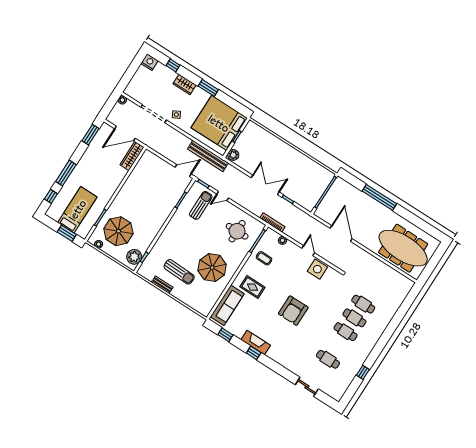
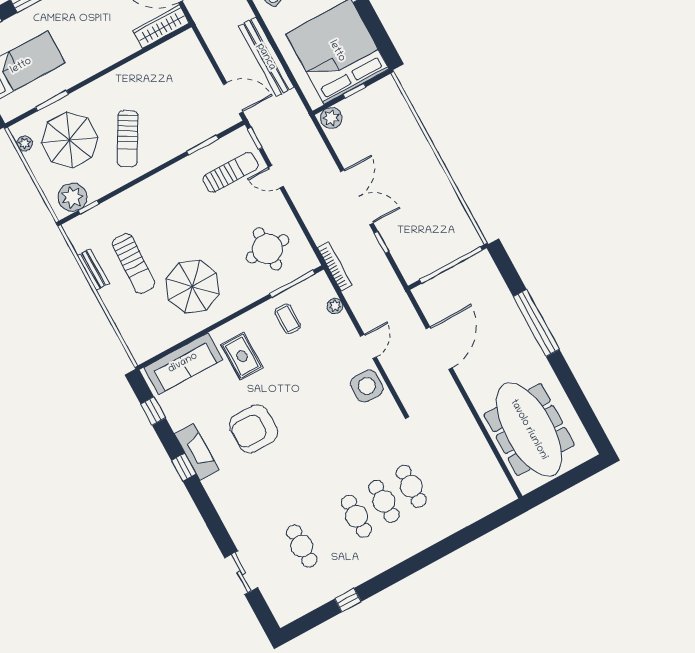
bench: (208, 156) -> (266, 57), moved
sun lounger: (145, 216) -> (128, 139), added
armchair: (293, 311) -> (254, 429), moved

